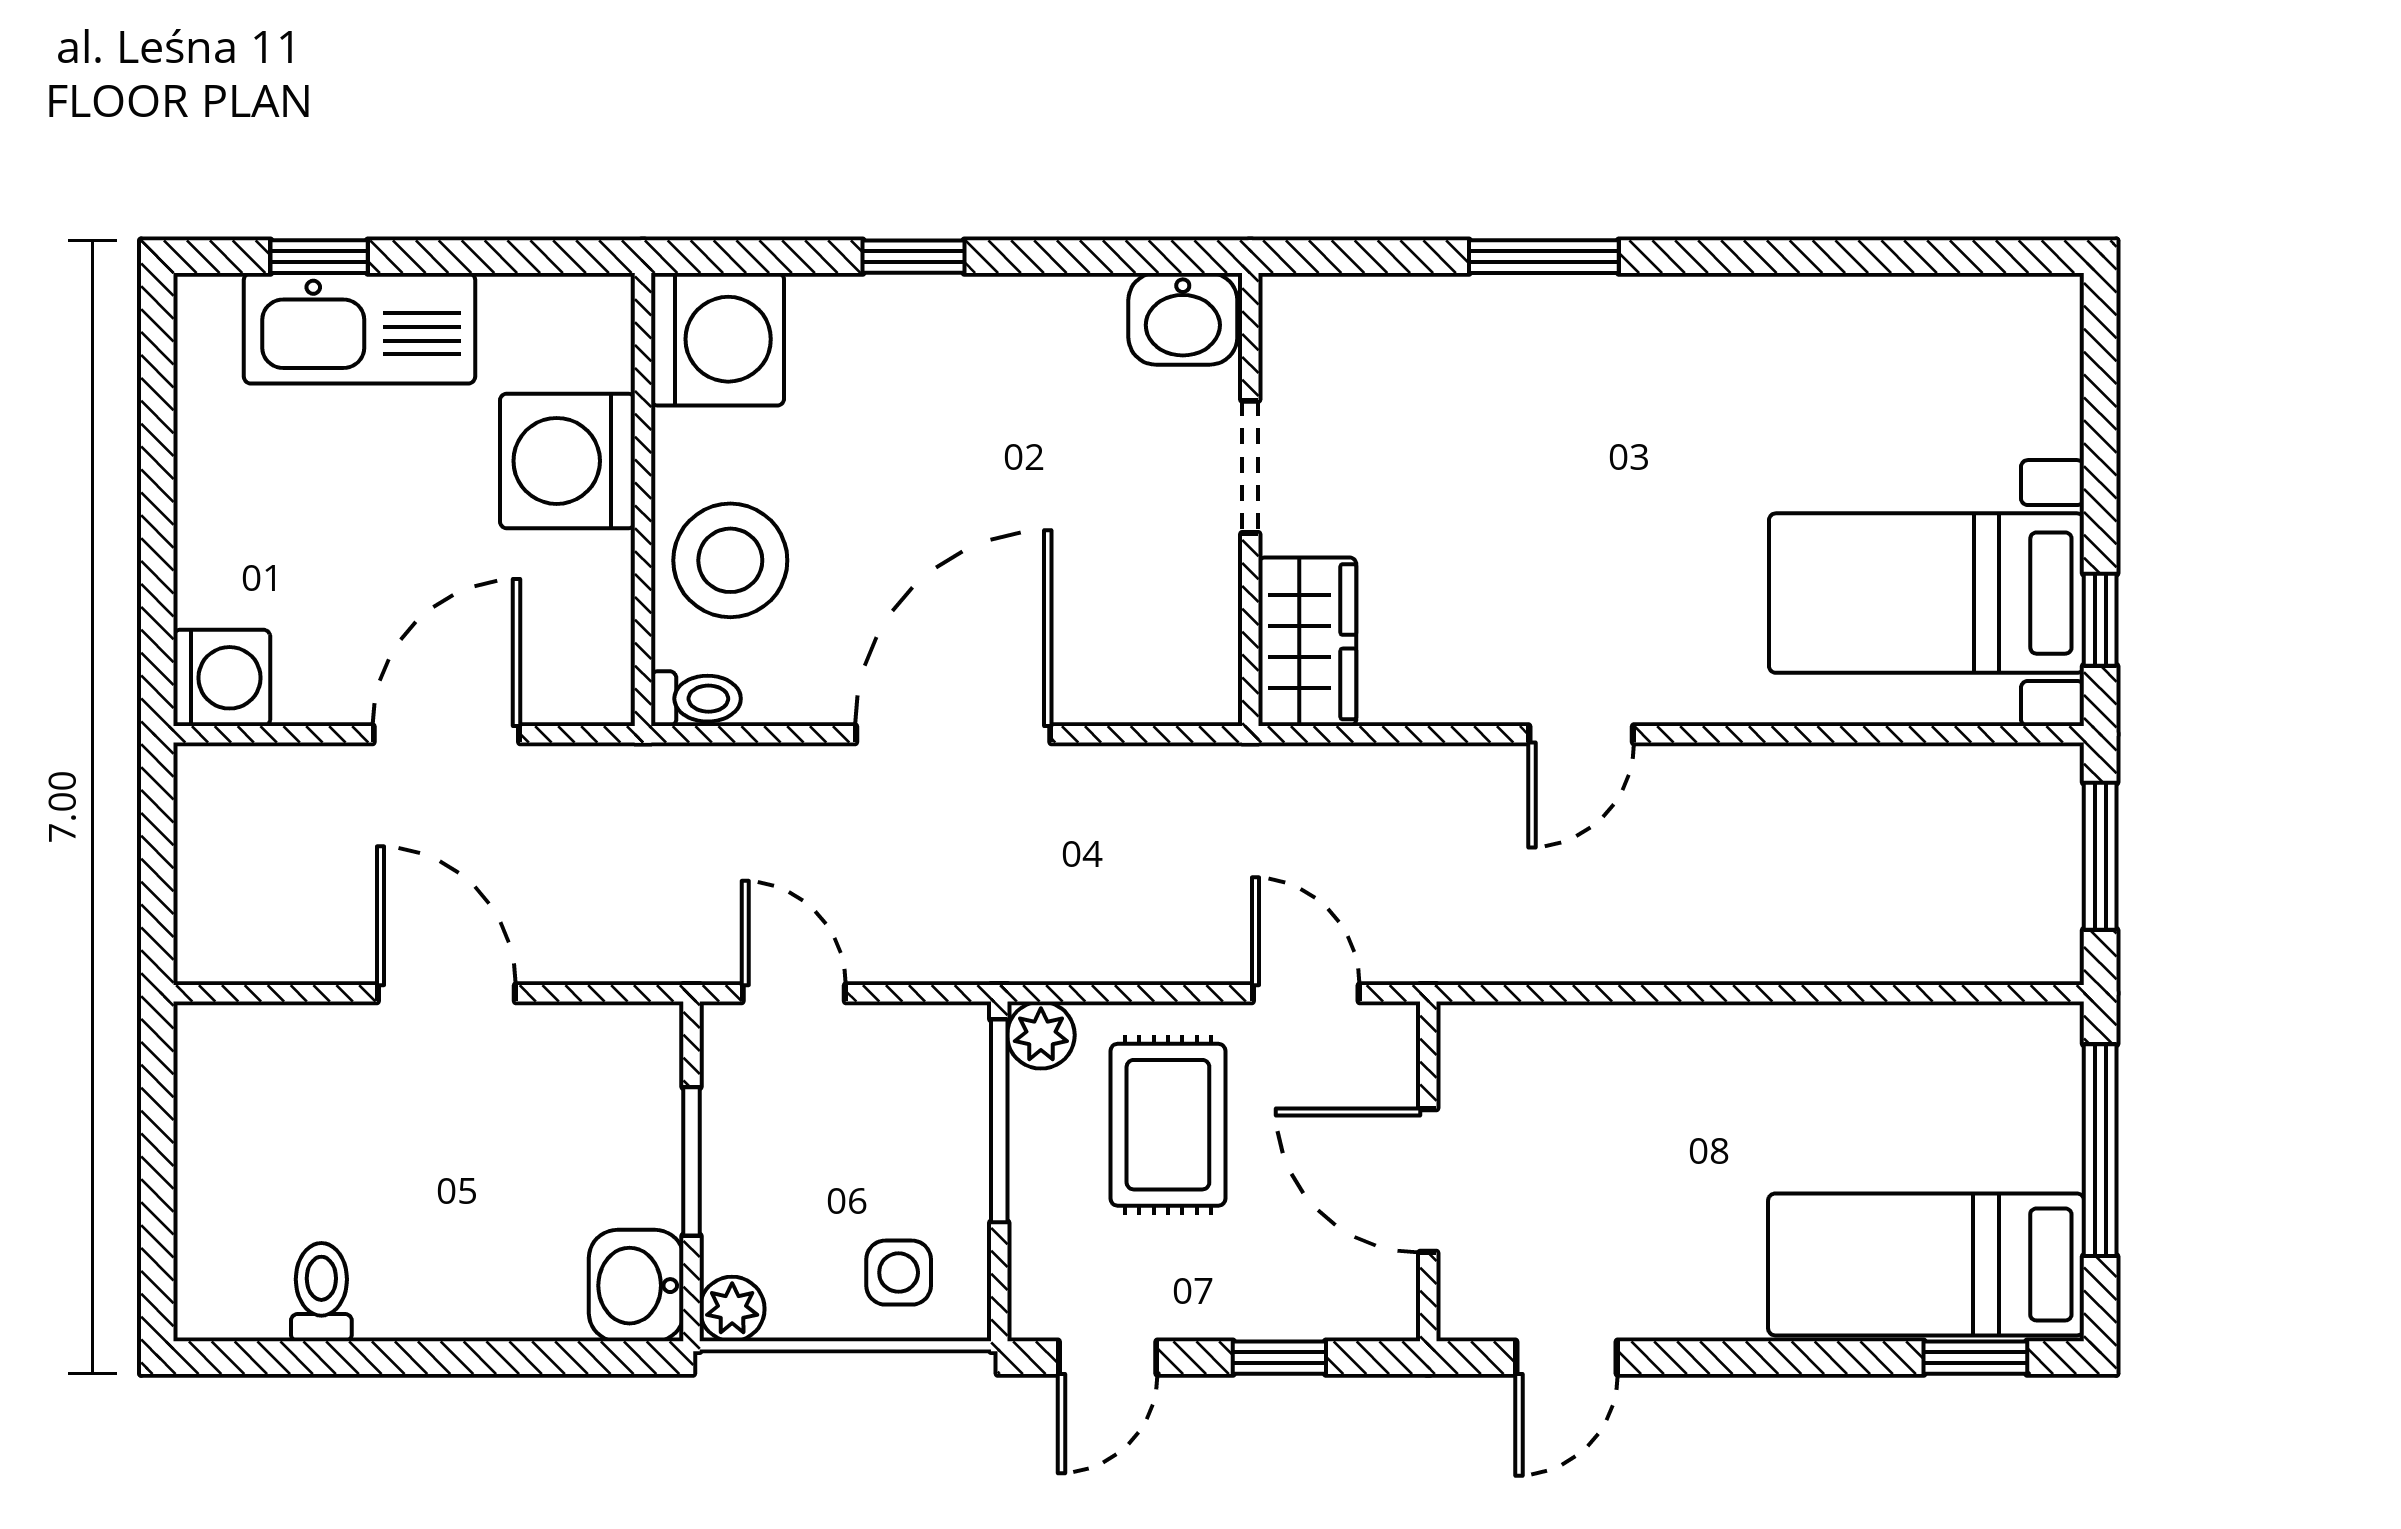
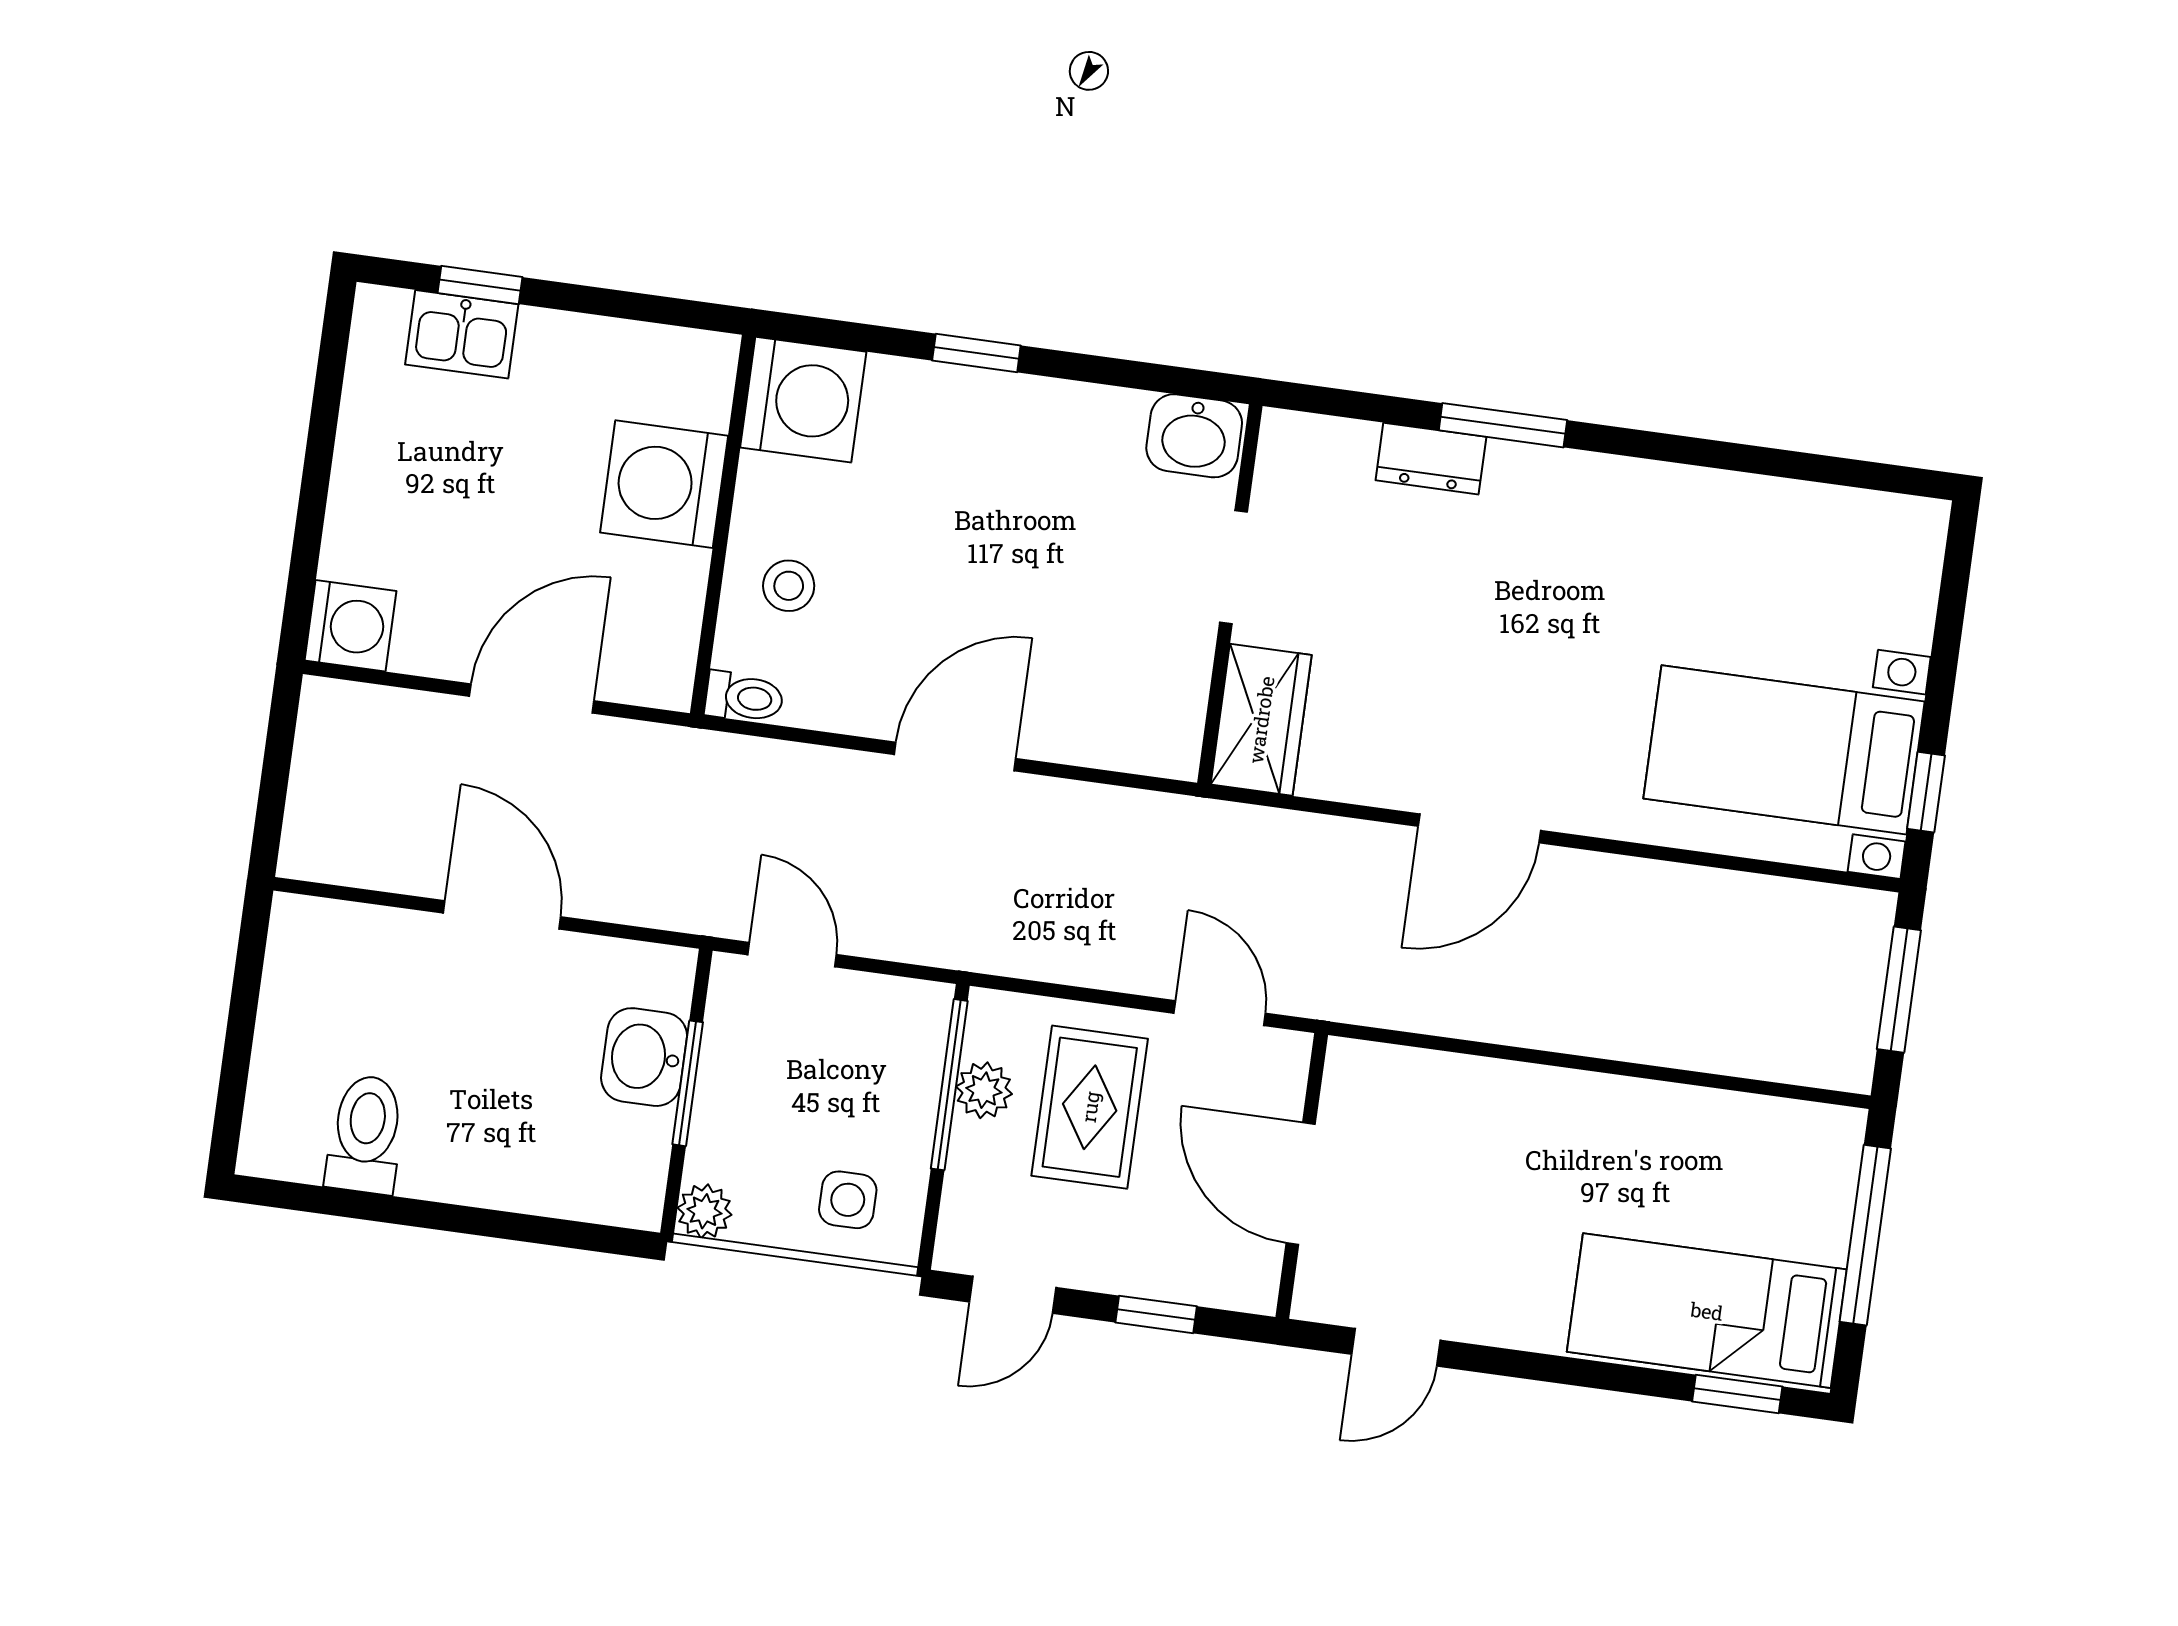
dresser: (1465, 307) -> (1431, 459), added
kitchen sink: (359, 328) -> (462, 334), width x0.53, depth x0.81
stool: (730, 560) -> (789, 586), width x0.53, depth x0.53
door: (953, 734) -> (955, 756), width x0.73
door: (1581, 734) -> (1479, 828), width x1.38
plant: (1041, 1035) -> (984, 1090), moved
washbasin: (636, 1286) -> (644, 1057), moved
toilet: (321, 1292) -> (366, 1134), width x1.37, depth x1.39

